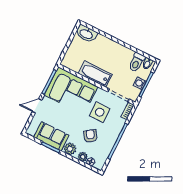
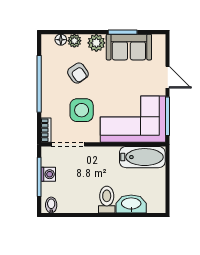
washbasin: (86, 34) -> (131, 204), moved
toilet: (137, 62) -> (107, 200), moved
bathtub: (95, 74) -> (142, 157), moved
door: (37, 106) -> (168, 77), hinge flipped

